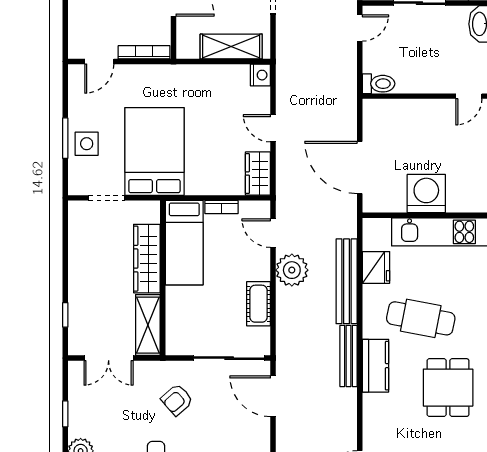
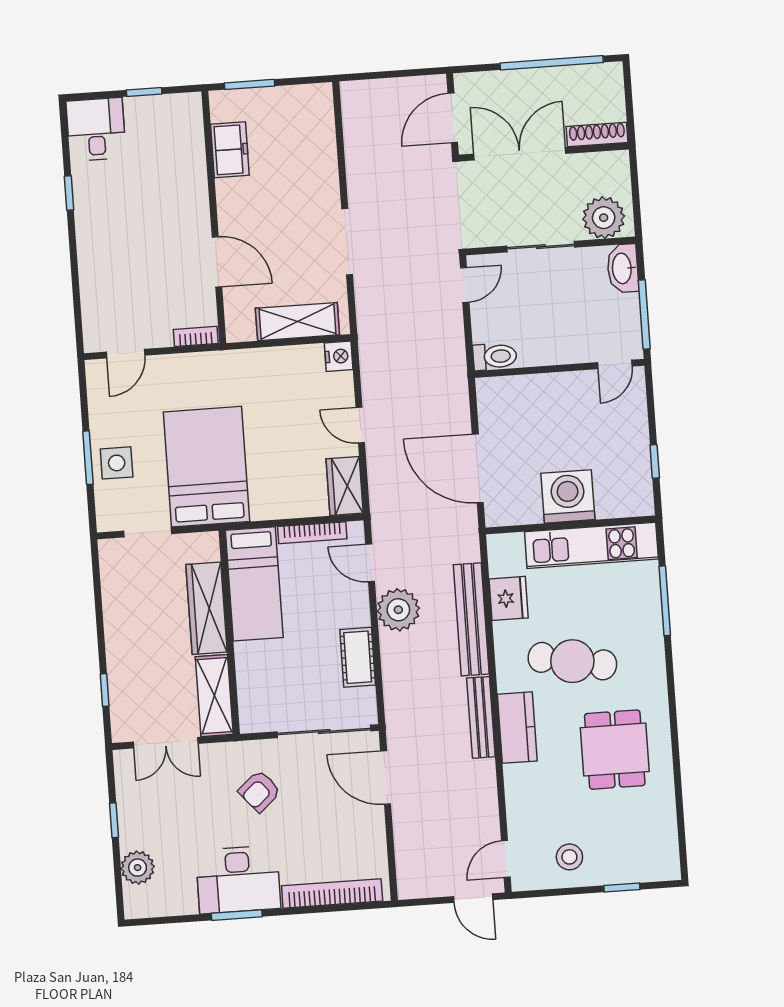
bookcase: (144, 52) -> (196, 336), width x0.64
bookcase: (222, 207) -> (312, 533), width x1.56

